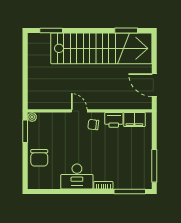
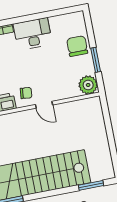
plant: (32, 117) -> (88, 85), width x1.88, depth x1.88
window: (25, 131) -> (96, 60), moved

